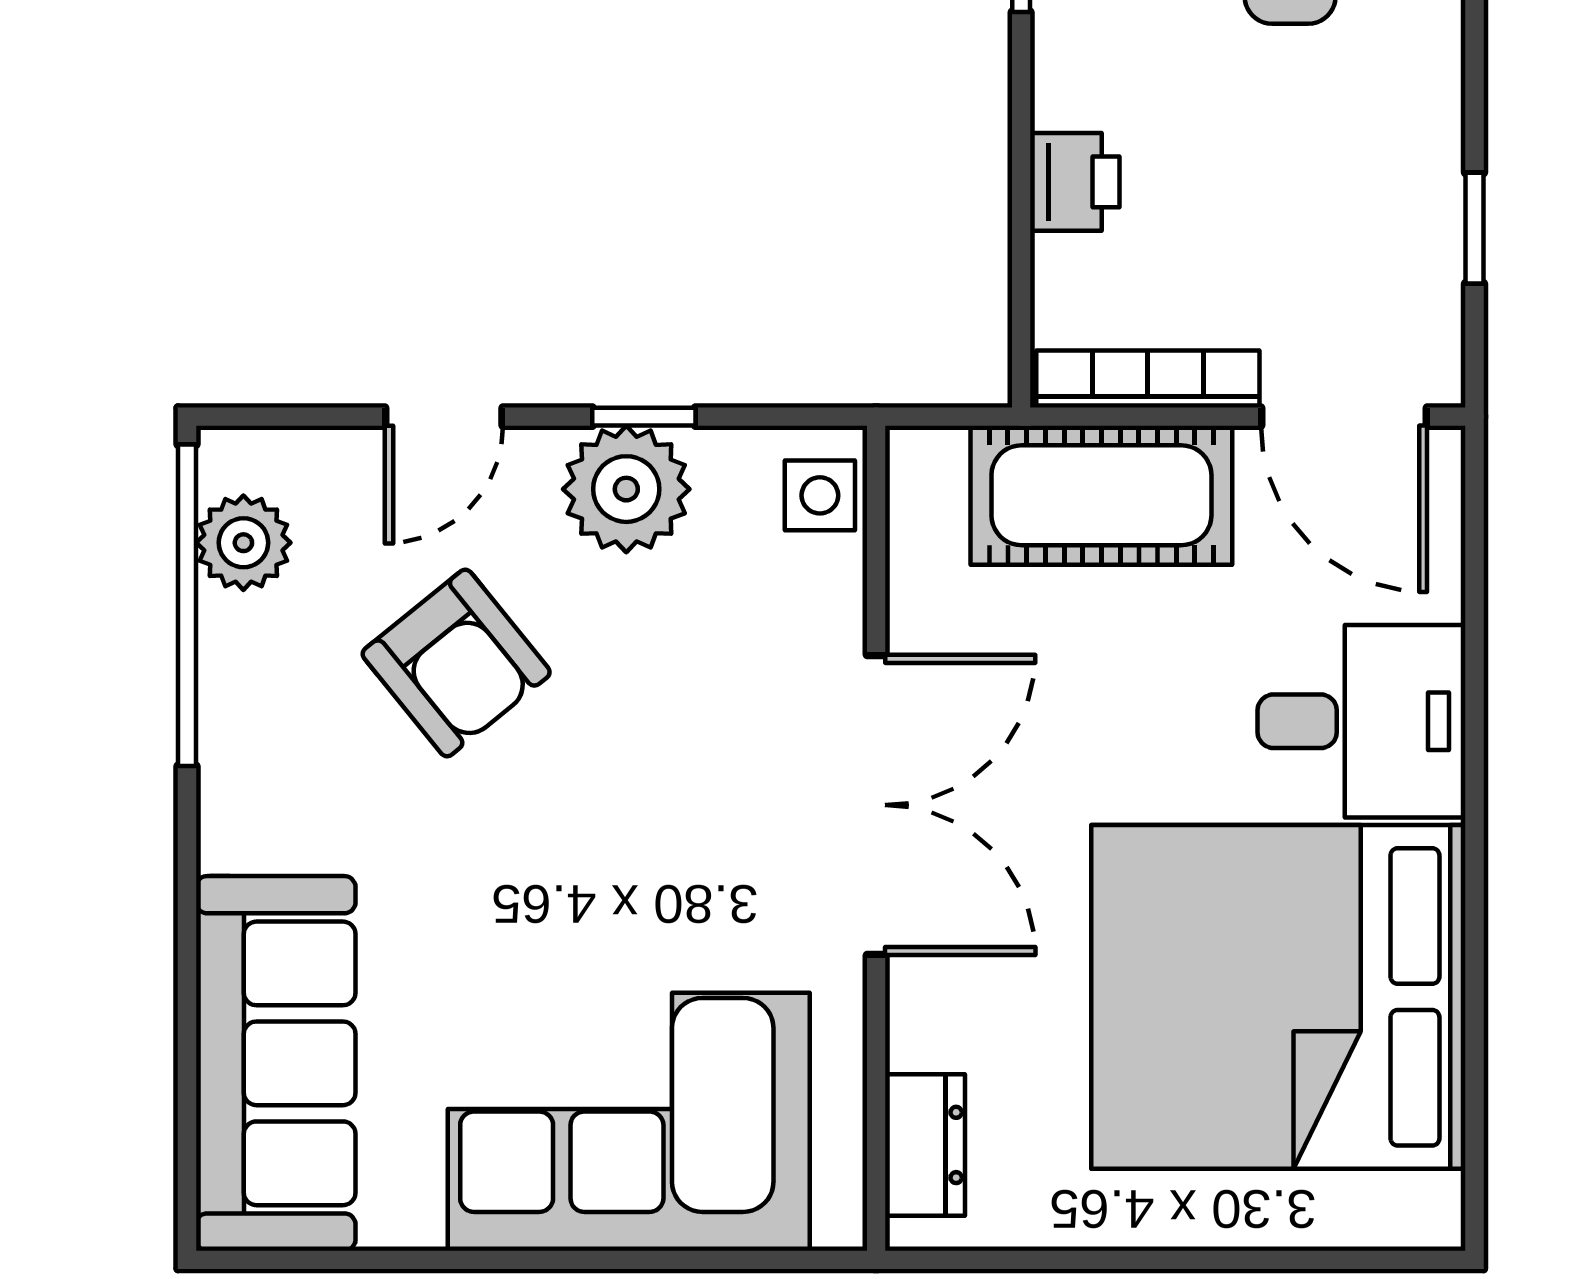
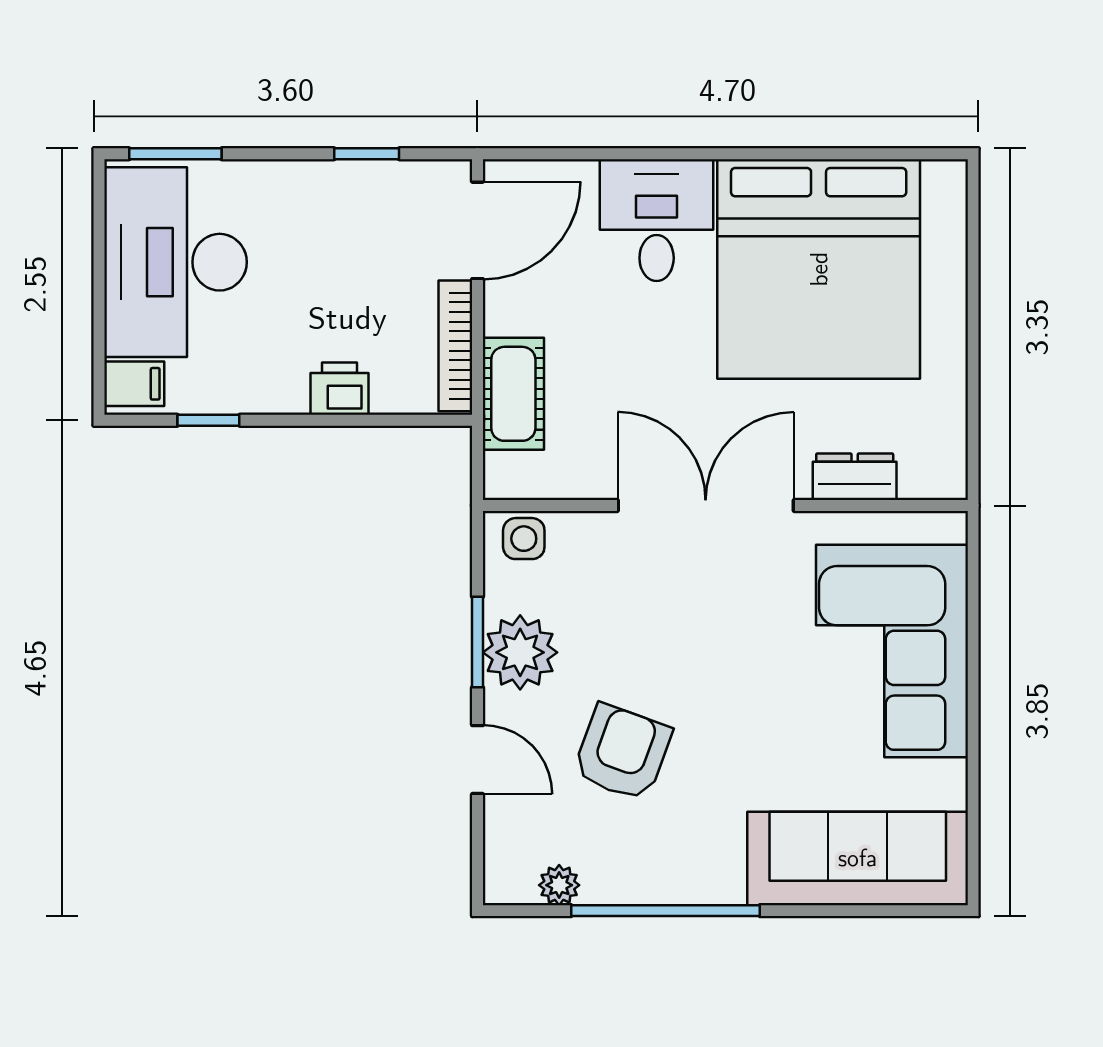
window: (644, 417) -> (477, 642), width x1.50
cot: (1101, 495) -> (513, 394), width x0.73, depth x0.75
plant: (243, 543) -> (559, 885), width x0.73, depth x0.73
window: (187, 605) -> (666, 911), moved
armchair: (456, 663) -> (622, 752), turned -31
dresser: (925, 1145) -> (855, 477), moved

